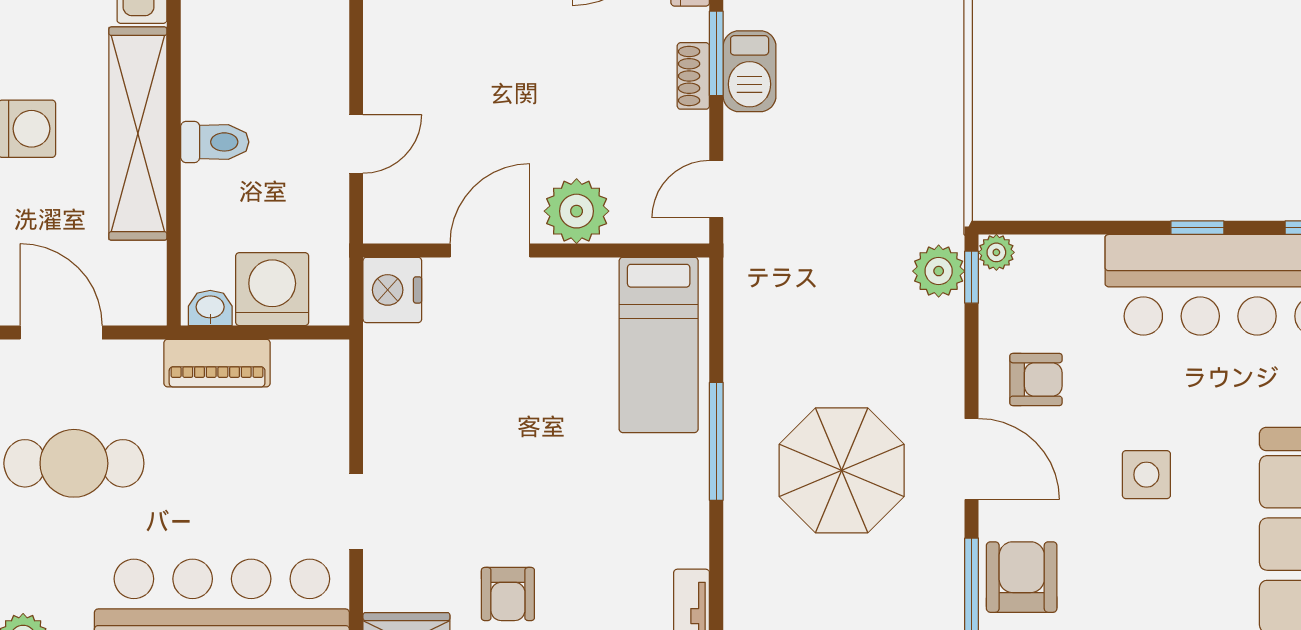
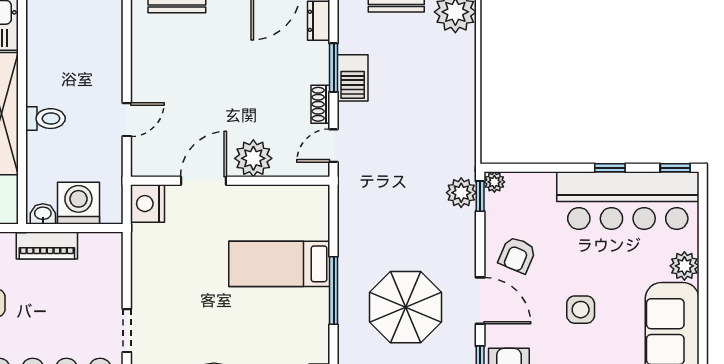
shoe rack: (693, 76) -> (320, 104), moved
bed: (659, 345) -> (279, 264), moved, turned 90
armchair: (1036, 379) -> (517, 255), turned 113

